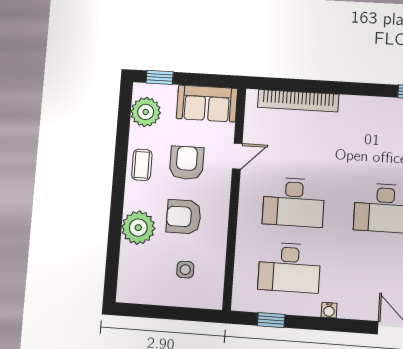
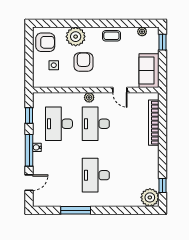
plant: (146, 112) -> (142, 32), width x0.53, depth x0.53
armchair: (187, 163) -> (45, 42), moved
plant: (246, 211) -> (89, 97), added
window: (333, 325) -> (29, 150), added

